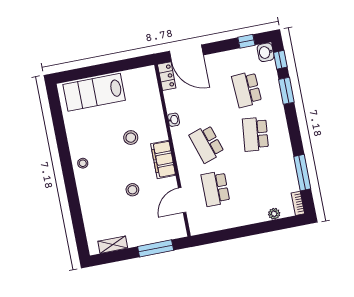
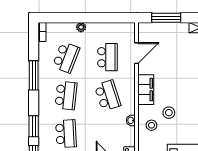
window: (302, 173) -> (34, 75), moved
school desk: (264, 179) -> (66, 57), added
stool: (132, 190) -> (151, 125), moved
plant: (274, 214) -> (81, 27), moved

